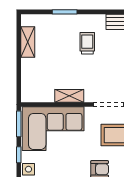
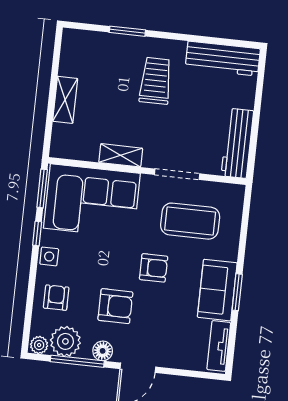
shelving: (28, 42) -> (65, 100), moved
trolley: (87, 43) -> (156, 81), width x1.36, depth x1.39

